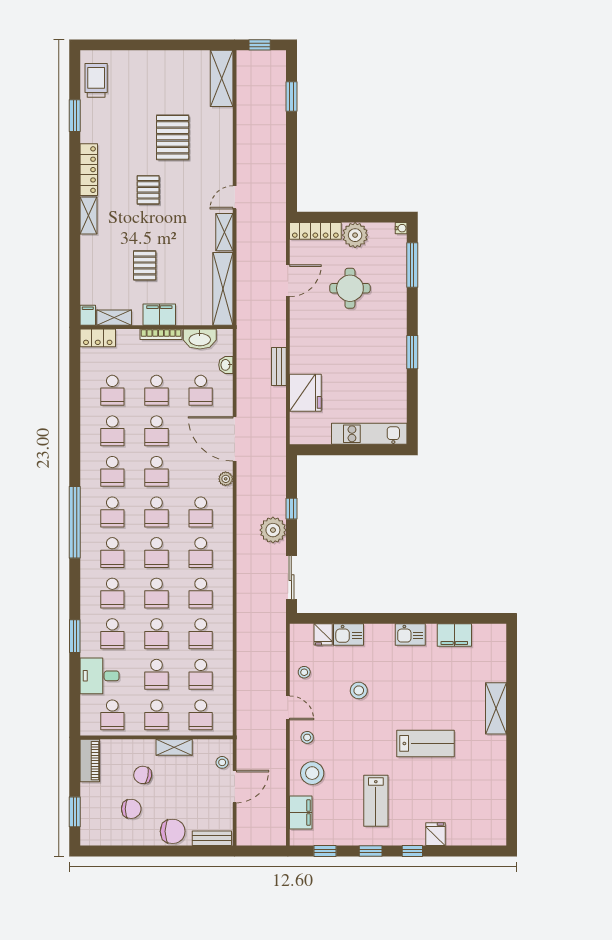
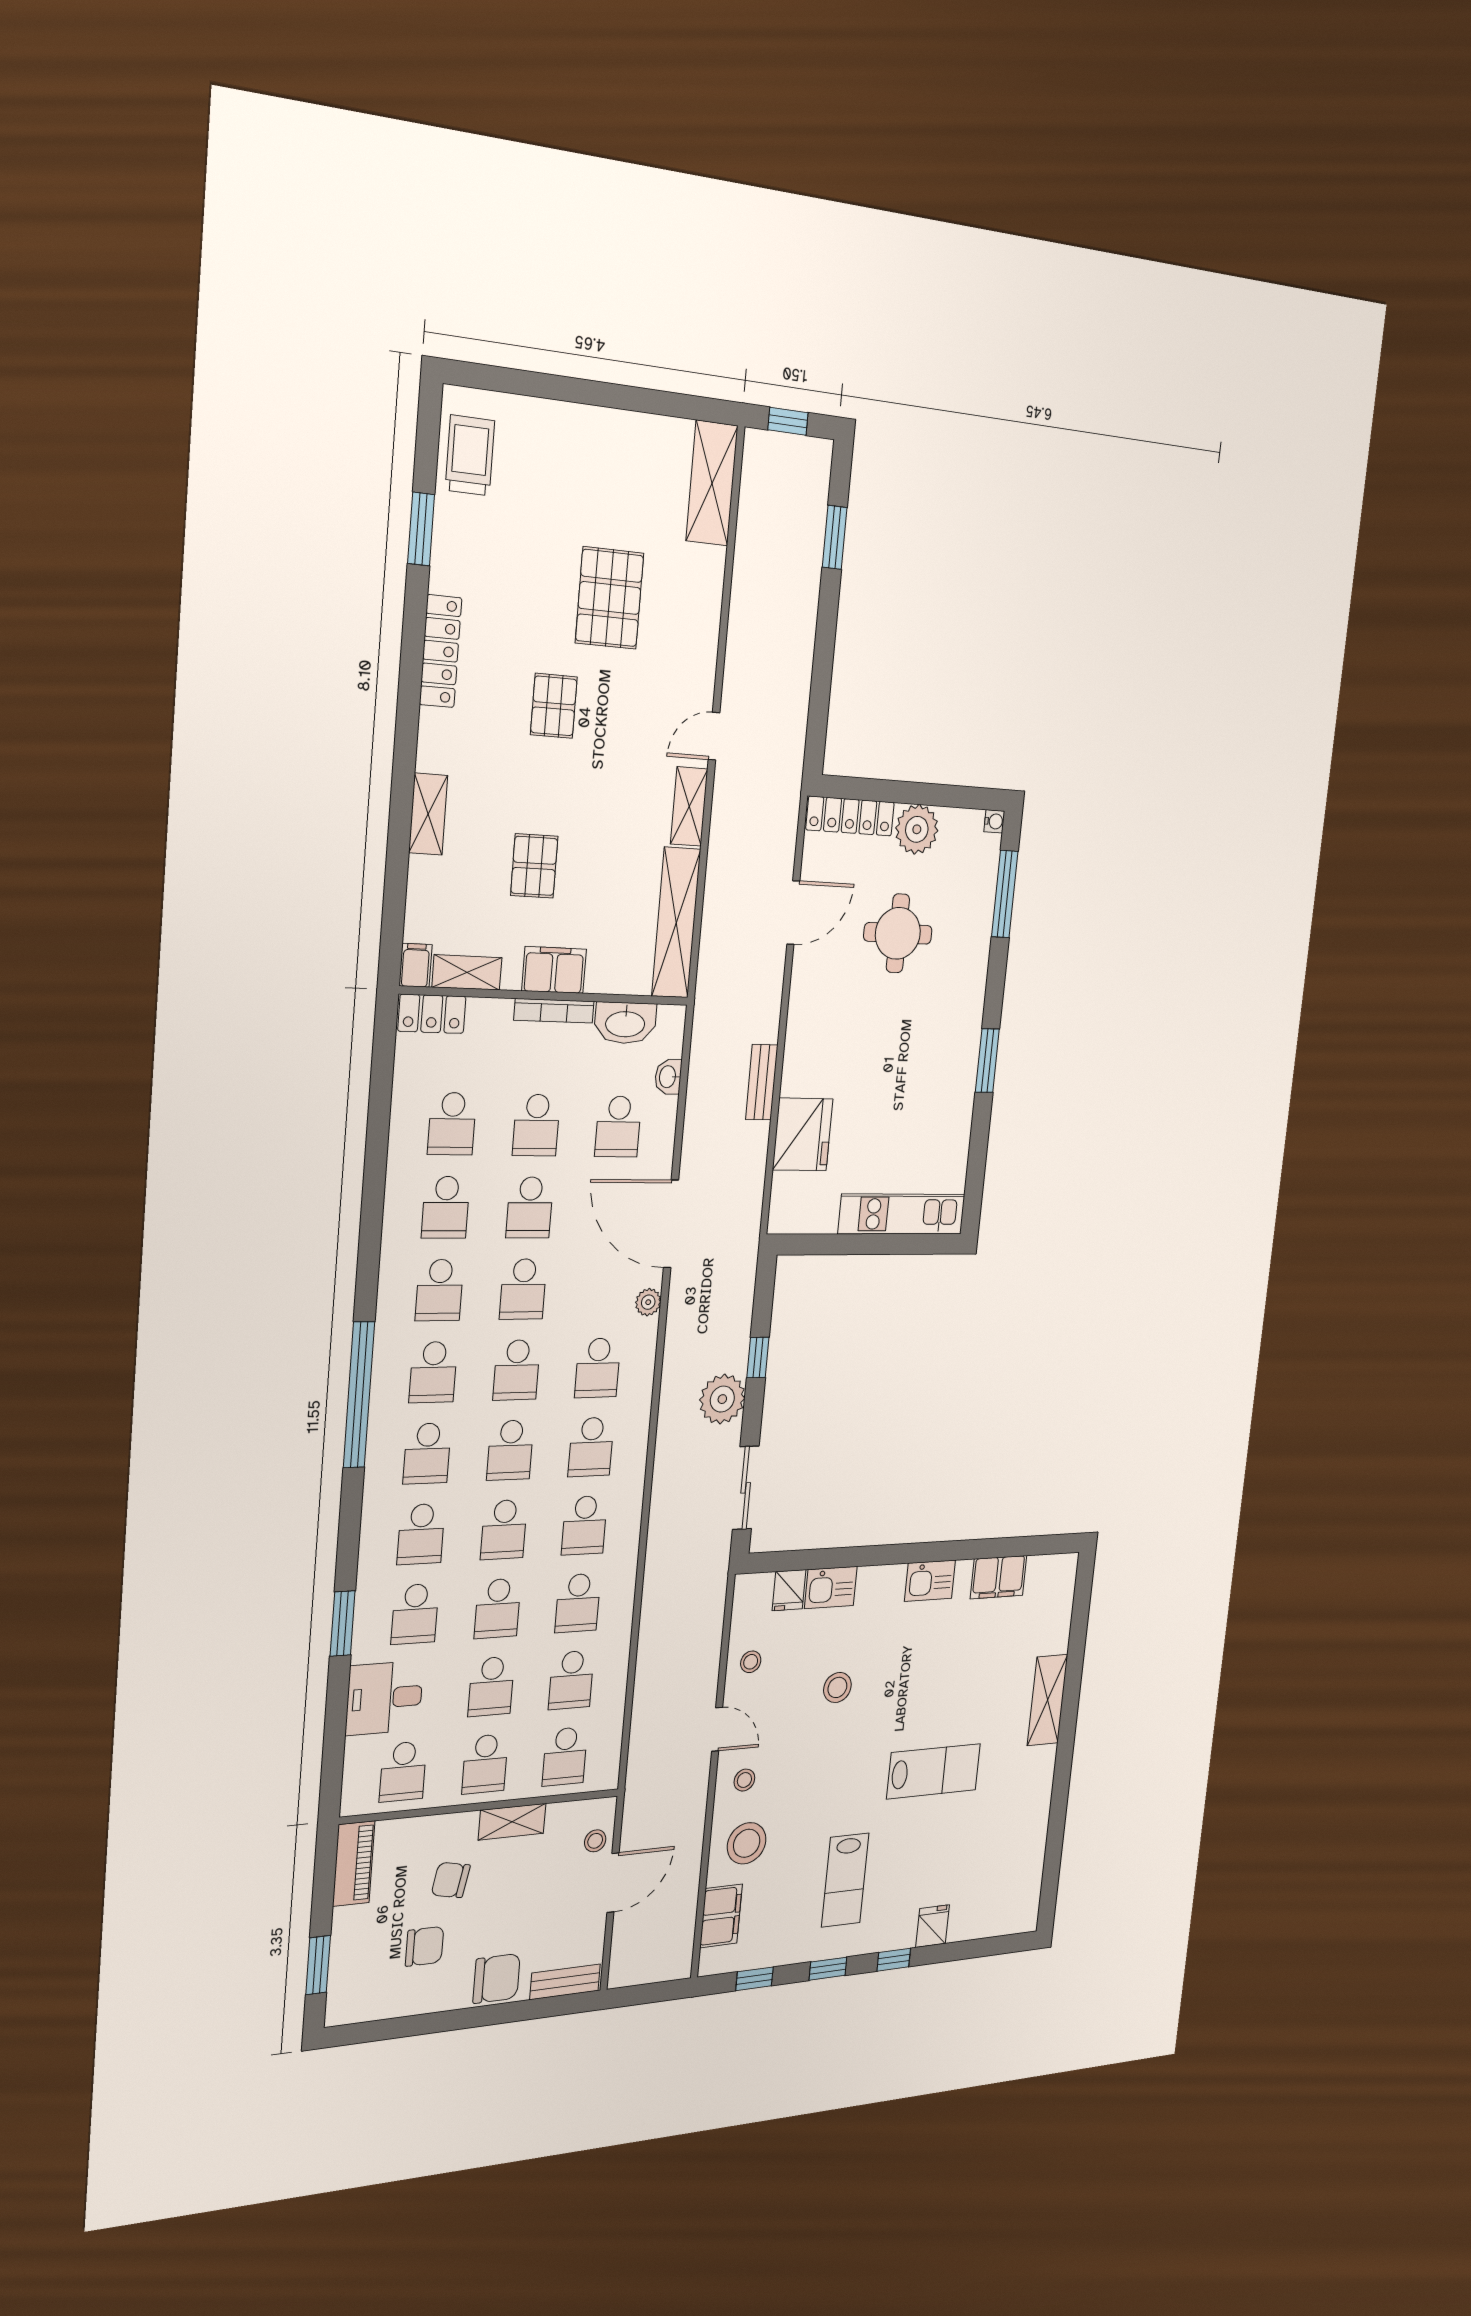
shelving: (88, 216) -> (428, 814), moved

